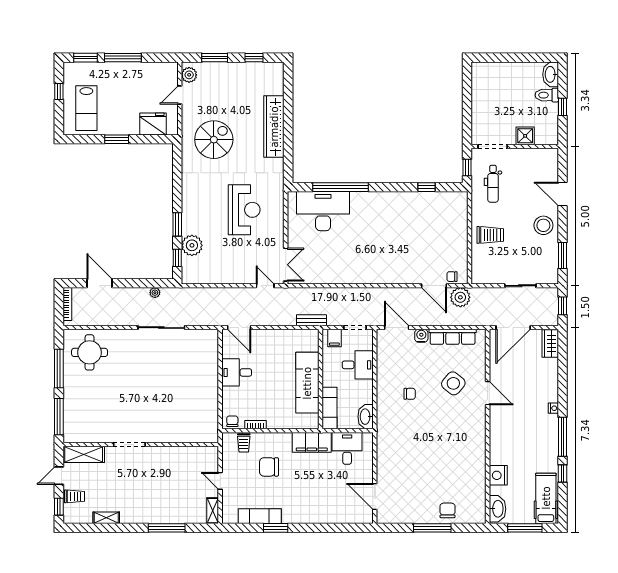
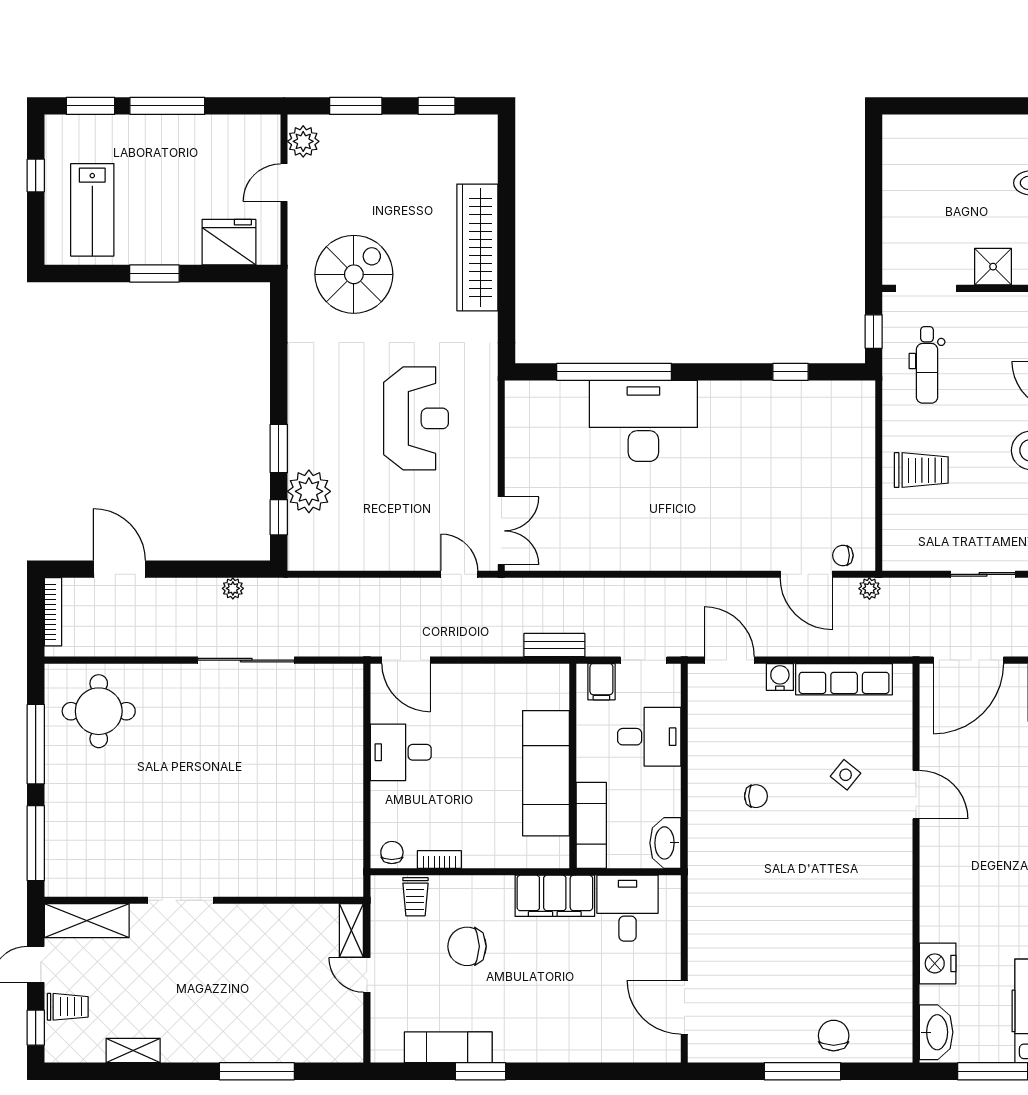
desk: (323, 211) -> (643, 421), moved
plant: (460, 297) -> (869, 589), width x0.53, depth x0.53
side table: (453, 383) -> (846, 775), width x0.54, depth x0.54
shelving: (213, 511) -> (351, 930), moved

